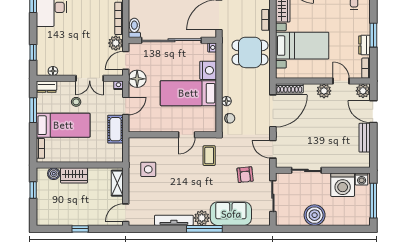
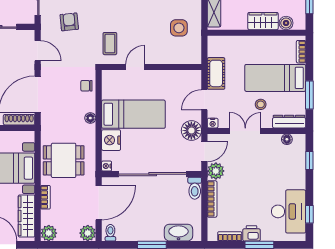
dresser: (47, 87) -> (289, 122), width x1.44
floor lamp: (226, 101) -> (90, 118), moved

